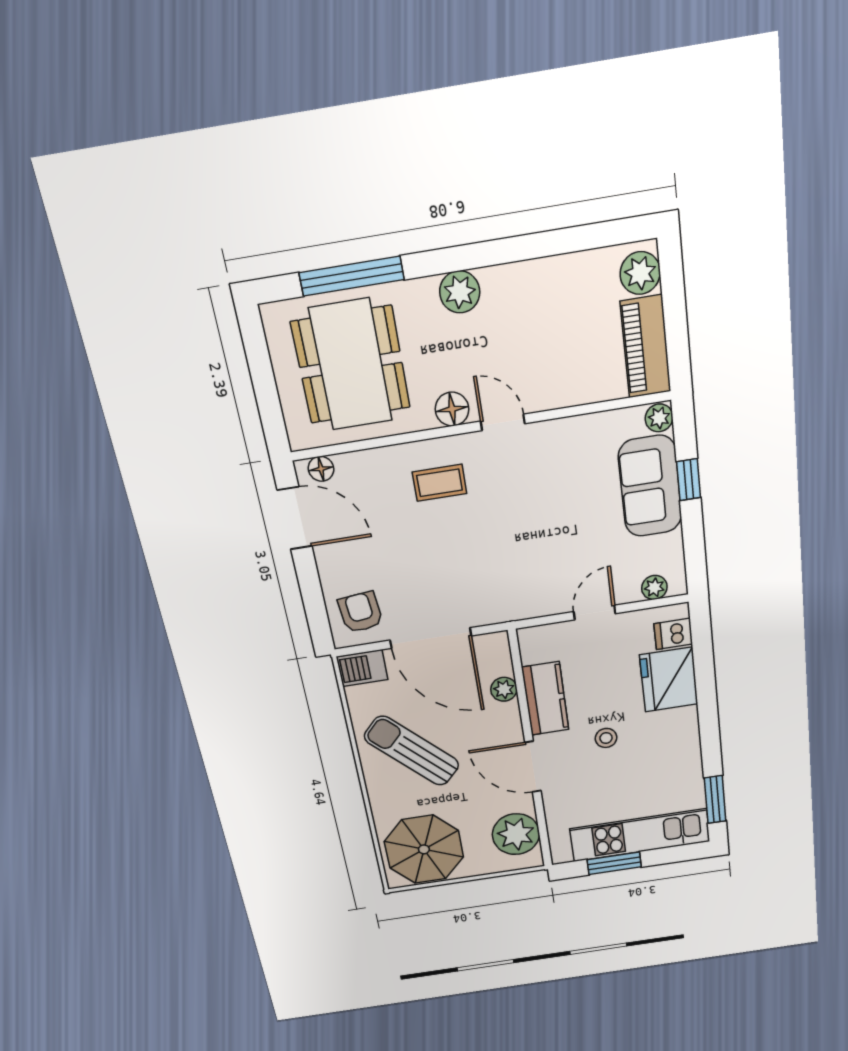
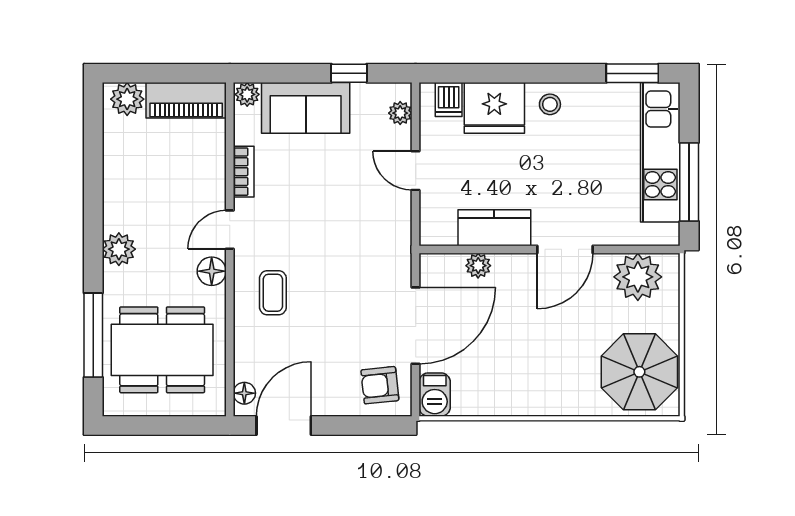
bookcase: (571, 428) -> (244, 172), added
window: (689, 480) -> (349, 73), moved
stool: (606, 738) -> (550, 104), moved
sun lounger: (412, 751) -> (528, 364), removed
window: (614, 863) -> (689, 182), width x1.44

